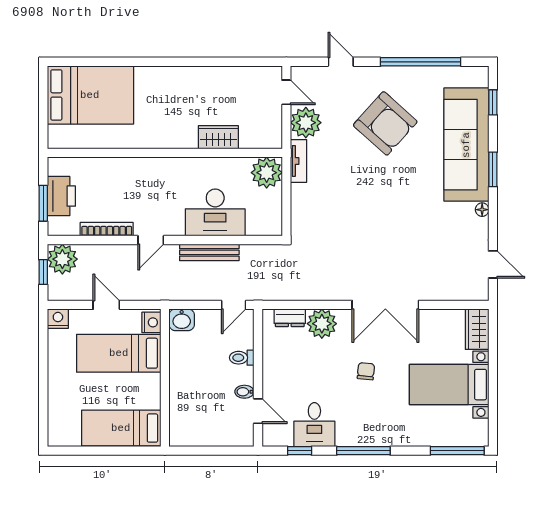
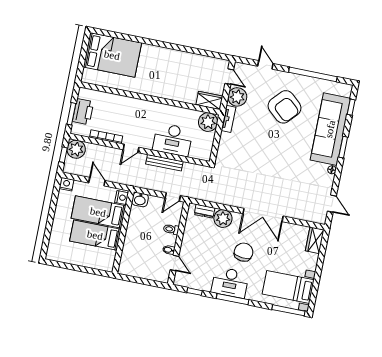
wardrobe: (218, 137) -> (209, 100), moved
chair: (366, 371) -> (244, 252), width x1.87, depth x1.87
bed with nightstands: (449, 385) -> (288, 287), moved
desk: (314, 425) -> (230, 282), moved, width x1.37
bed: (121, 428) -> (95, 235), moved

